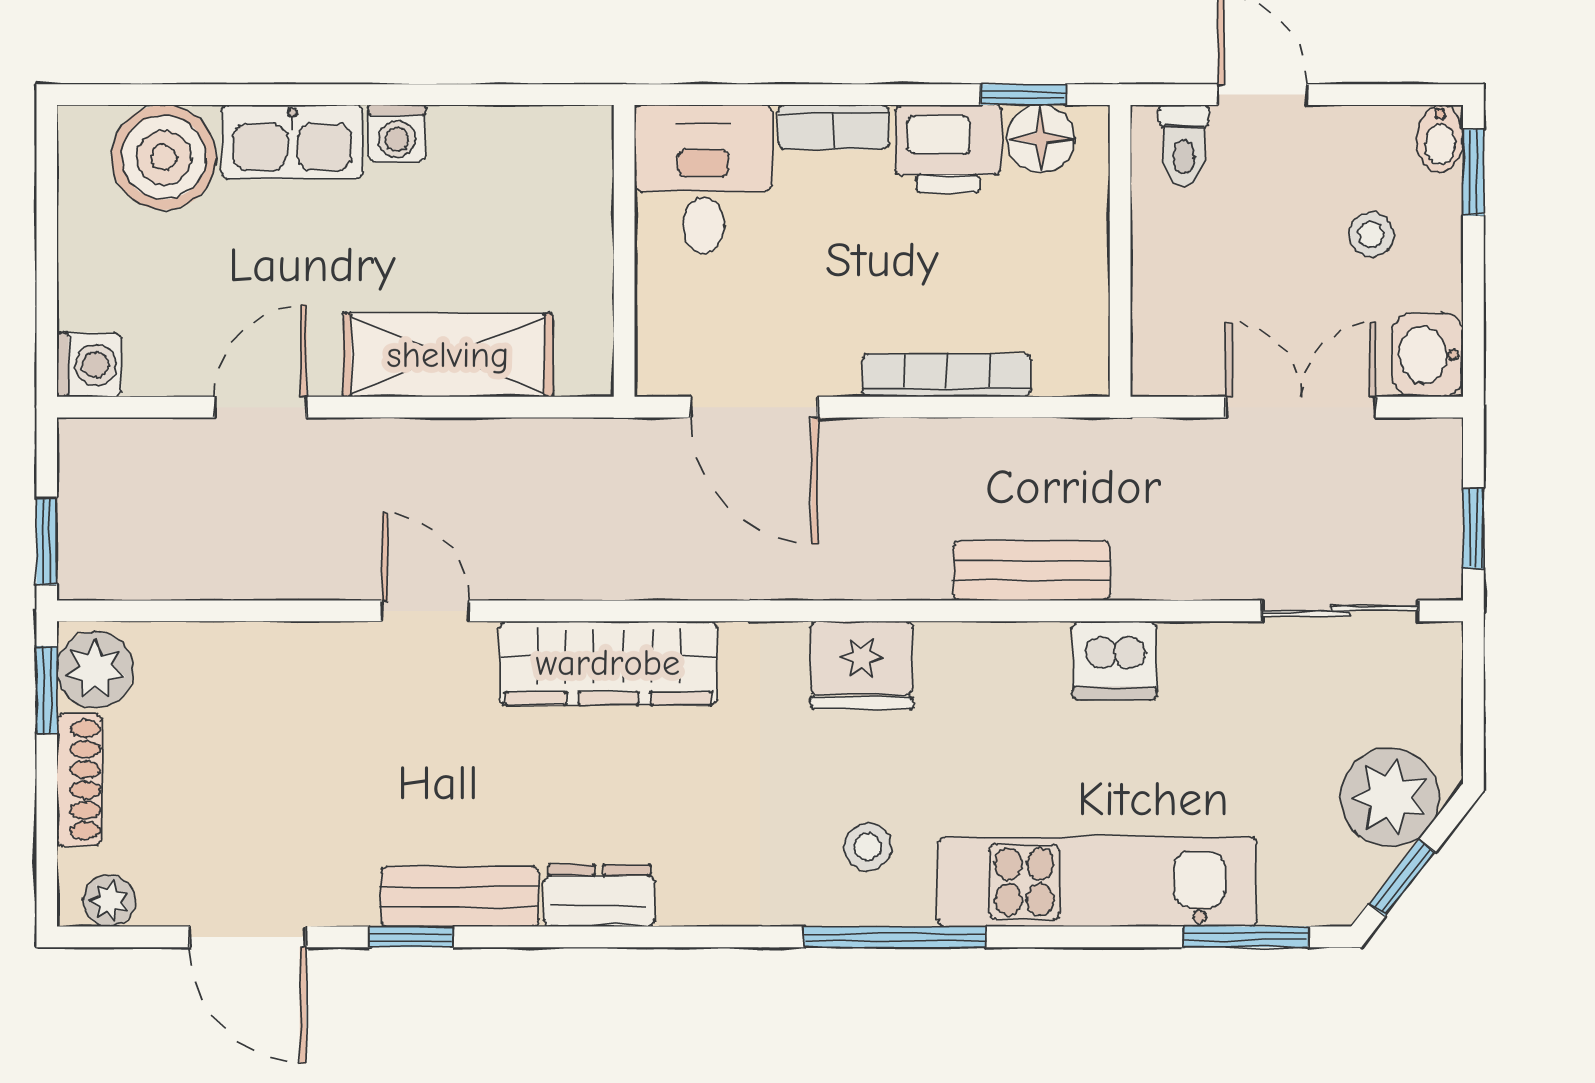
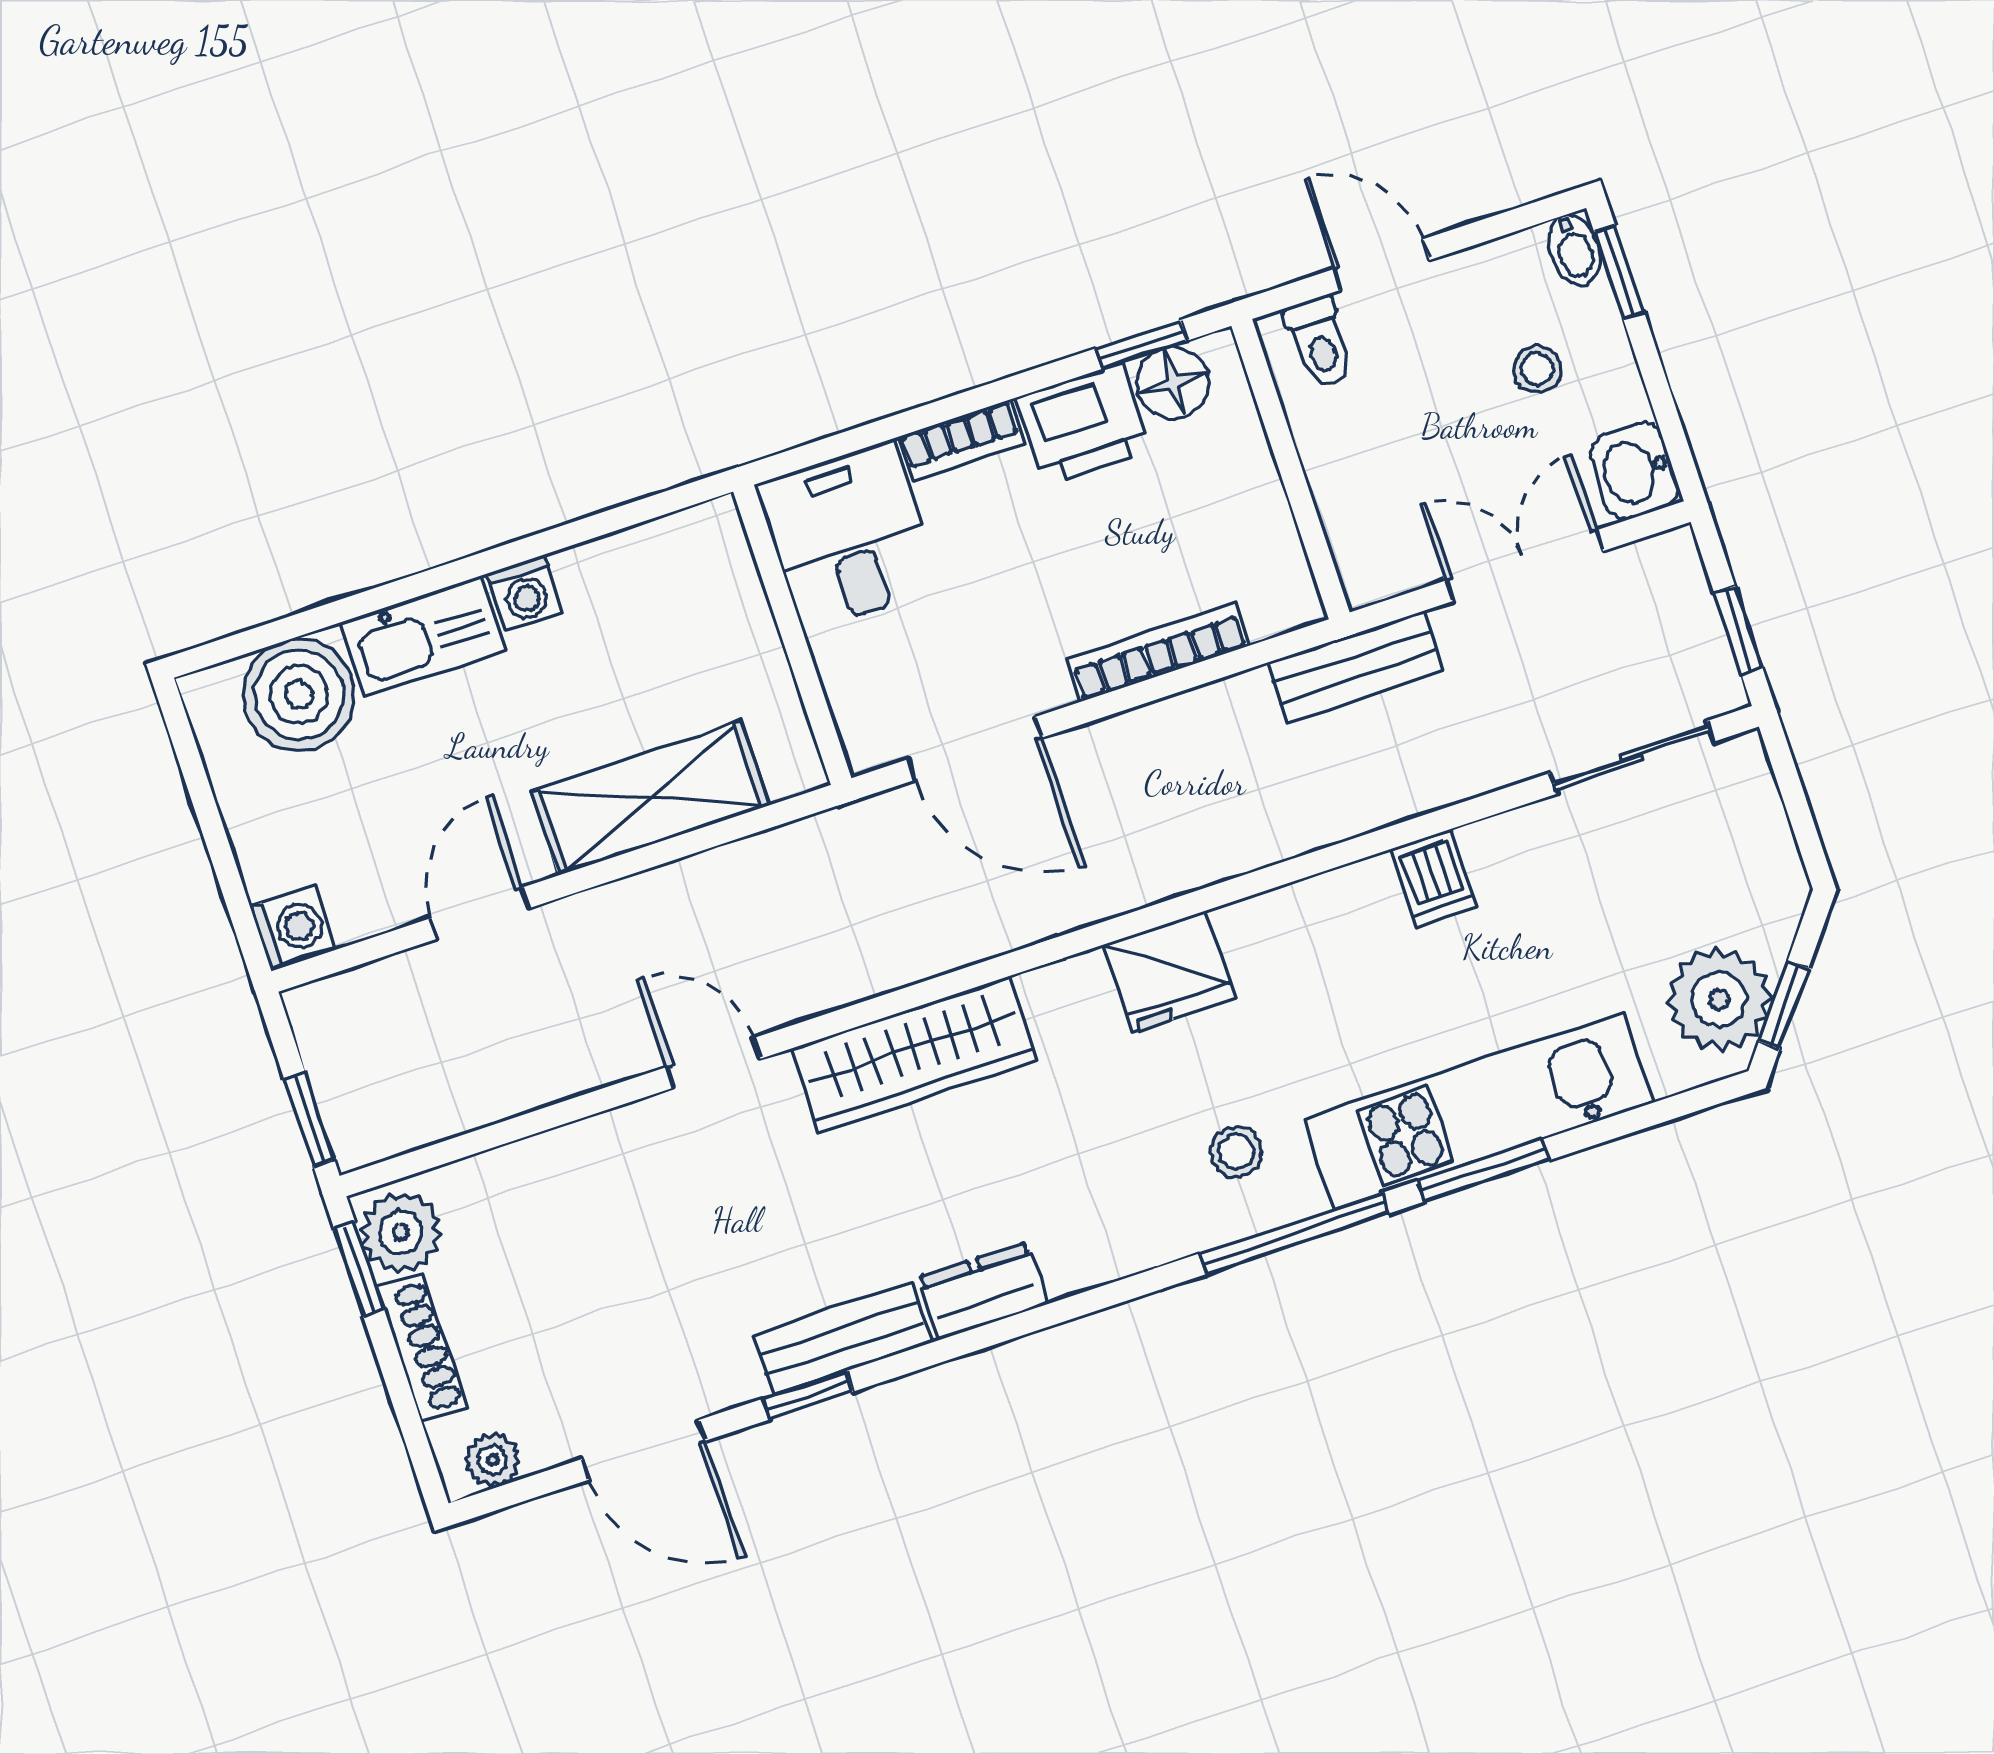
bench: (1032, 571) -> (1356, 666), moved
dishwasher: (1115, 660) -> (1433, 878), width x0.73
plant: (1390, 797) -> (1719, 999), moved
window: (1245, 937) -> (1484, 1170), moved

